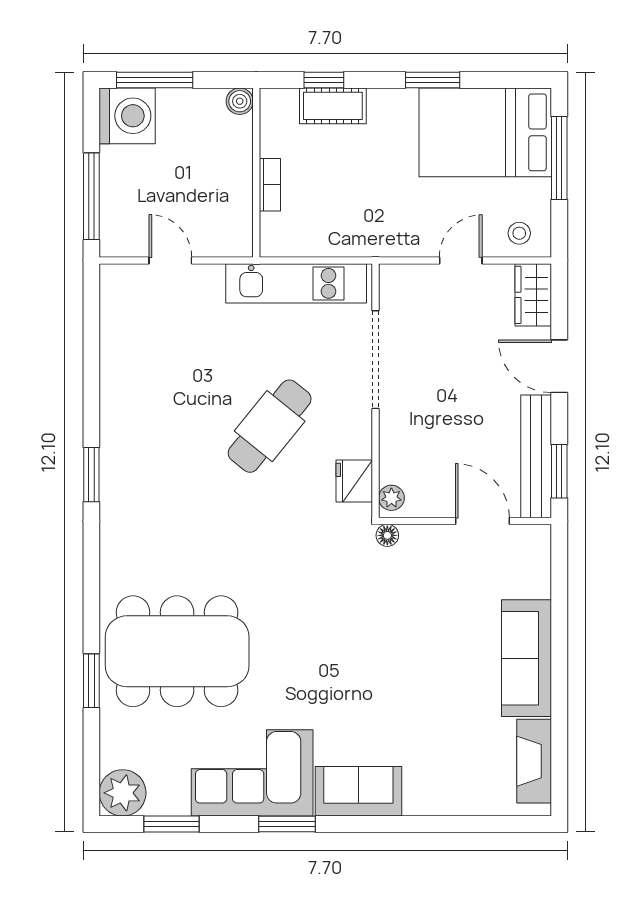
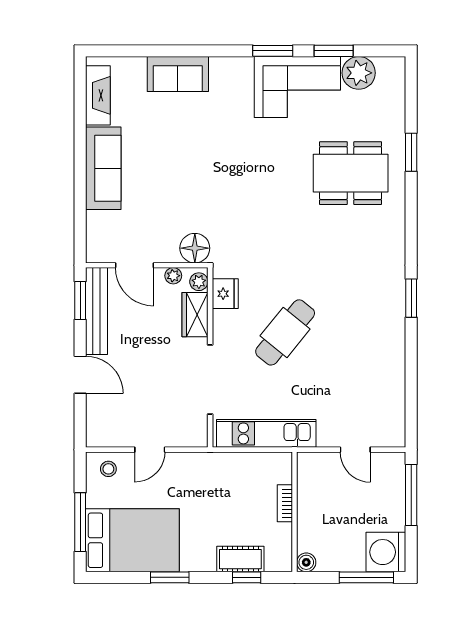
wardrobe: (533, 295) -> (195, 315), moved, turned 180
plant: (428, 506) -> (173, 276), added
floor lamp: (387, 535) -> (195, 248), width x1.89, depth x1.89
dining table: (177, 651) -> (351, 173), width x0.73, depth x0.80
sofa: (358, 791) -> (178, 74), moved
plant: (123, 793) -> (359, 73), moved
window: (171, 824) -> (334, 51), moved

